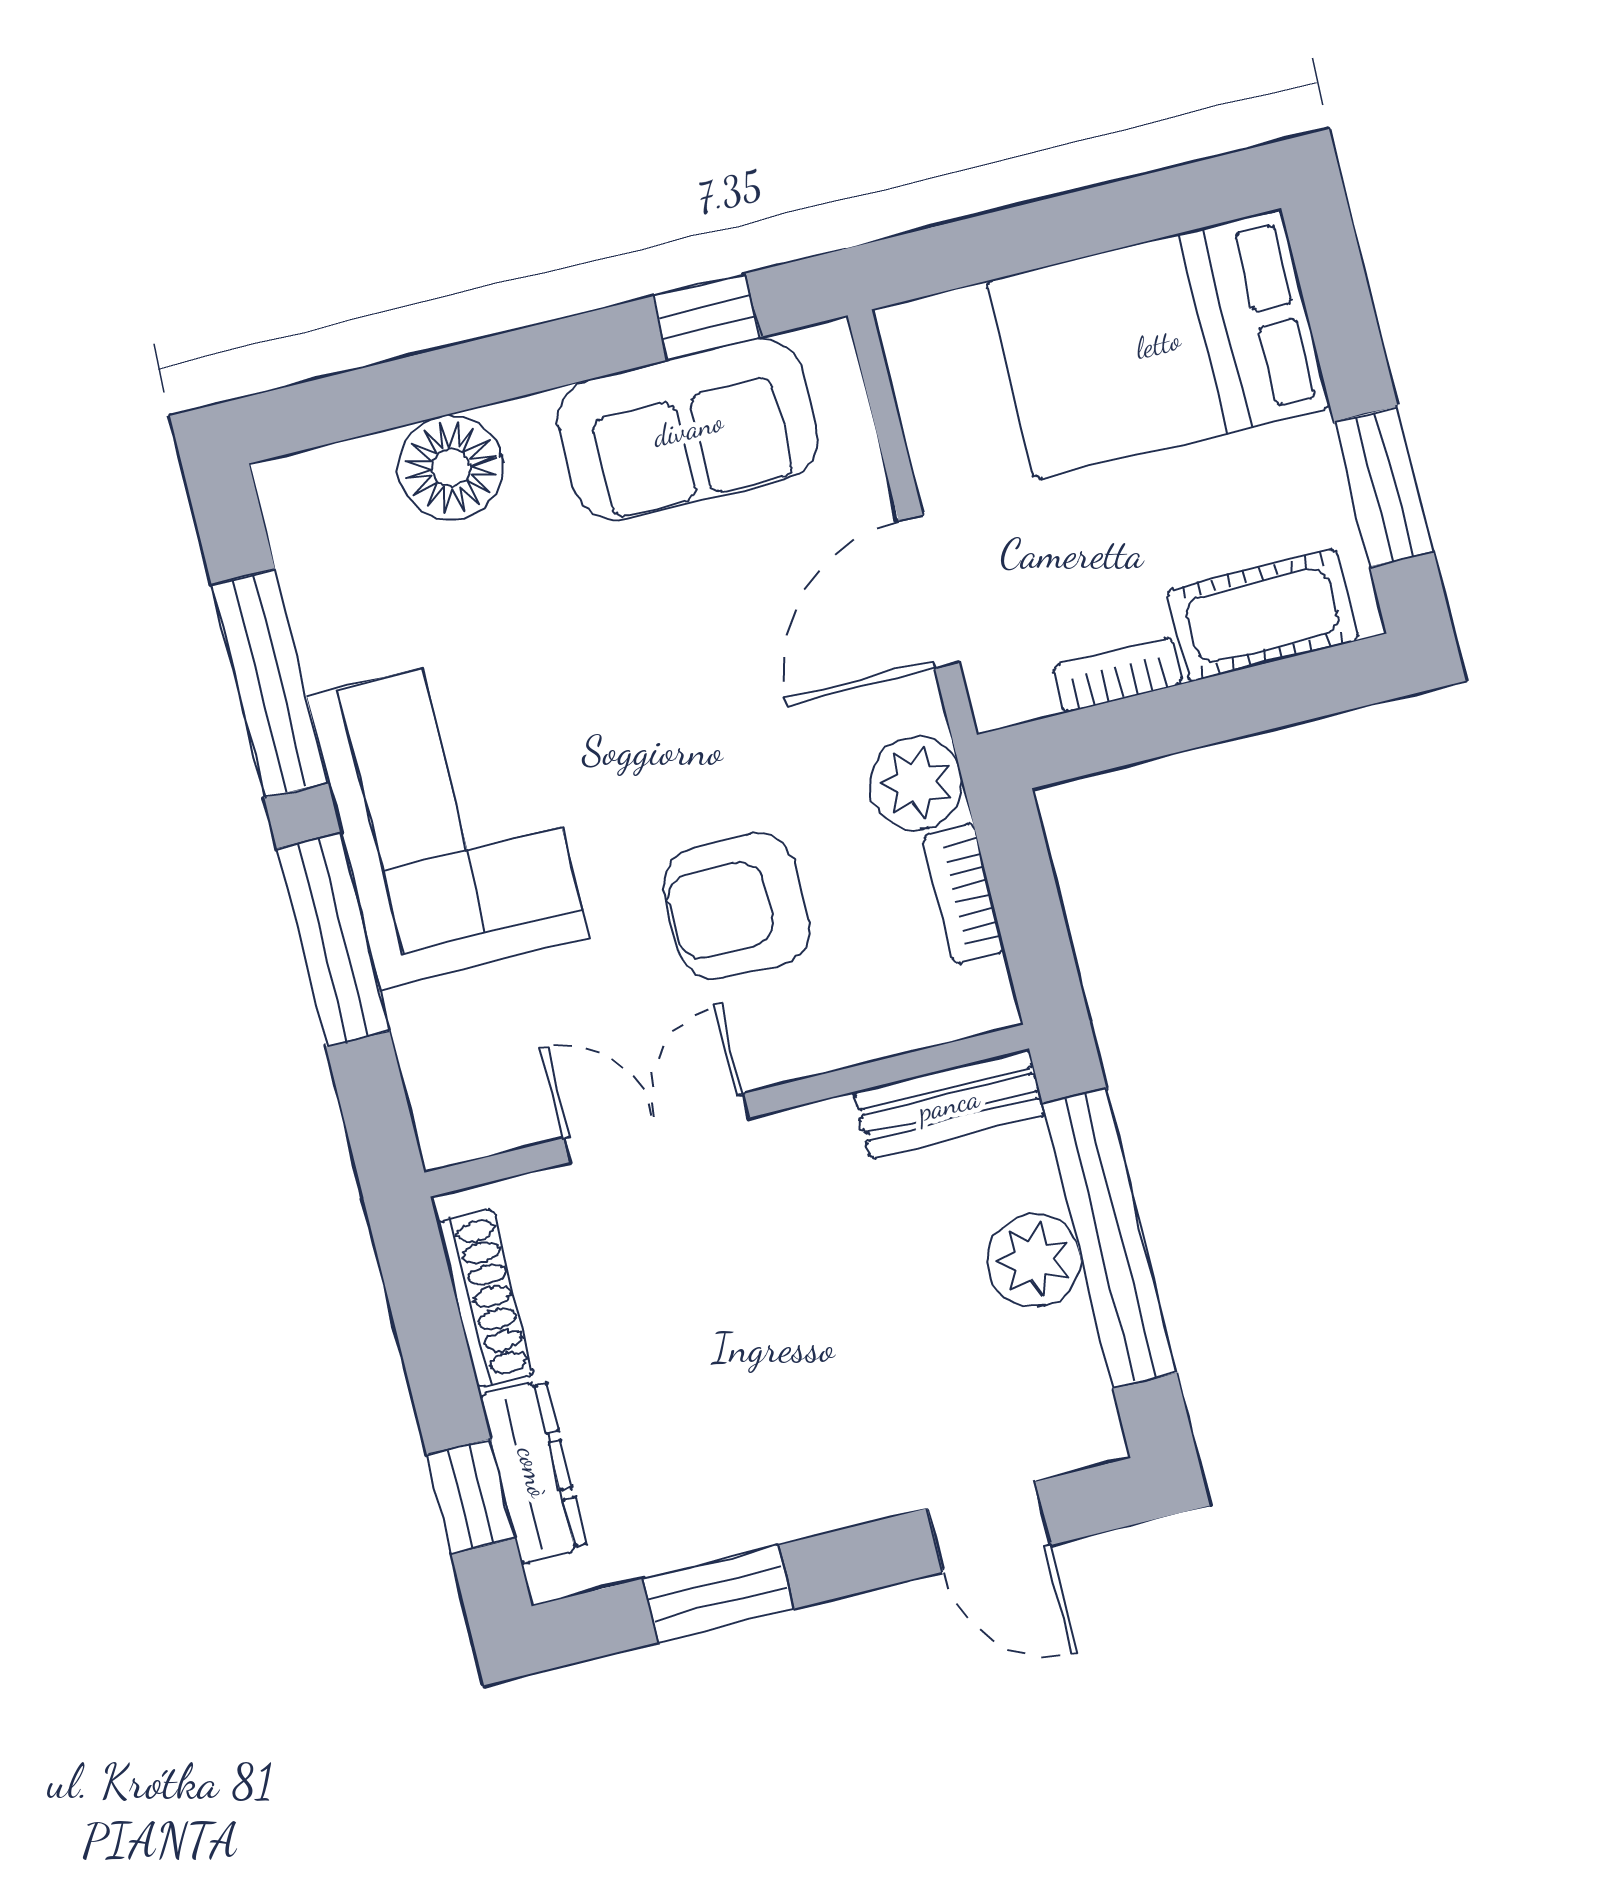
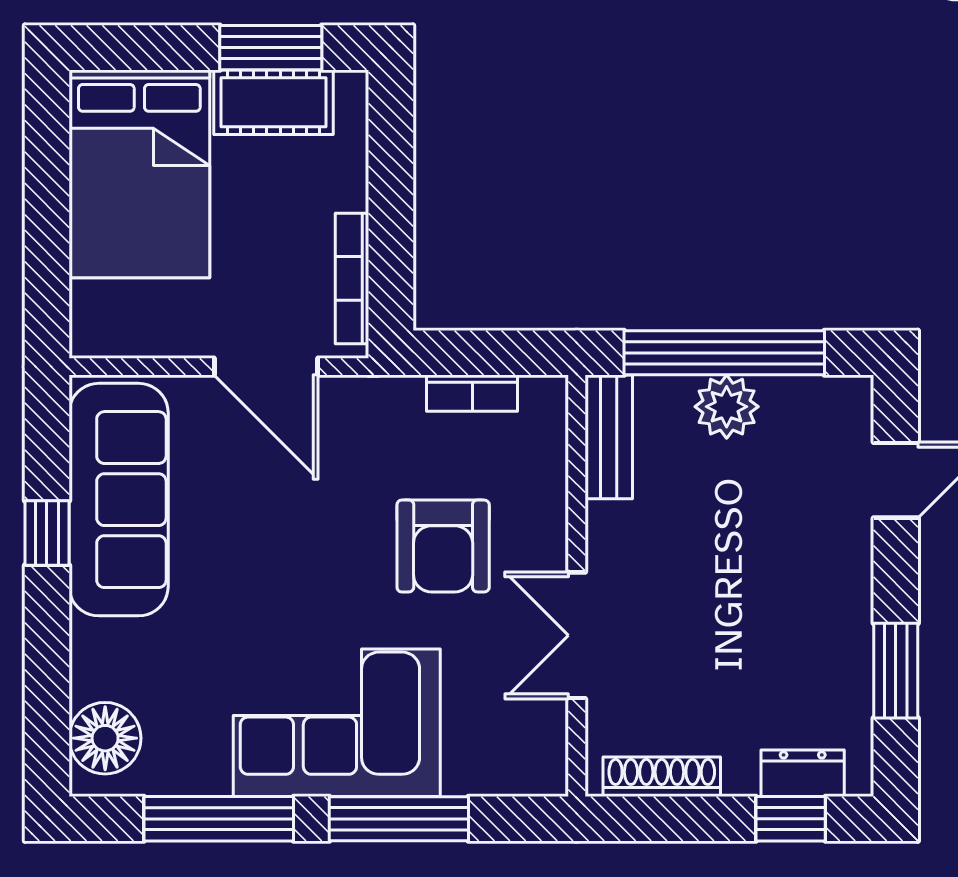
window: (706, 317) -> (47, 533), moved
sofa: (688, 429) -> (119, 500), width x1.36
floor lamp: (451, 467) -> (105, 738), moved
cot: (1263, 615) -> (274, 102), moved, turned 90
bookcase: (1118, 675) -> (352, 278), width x1.56
plant: (916, 783) -> (391, 406), removed
dresser: (533, 1472) -> (803, 773), width x0.70

